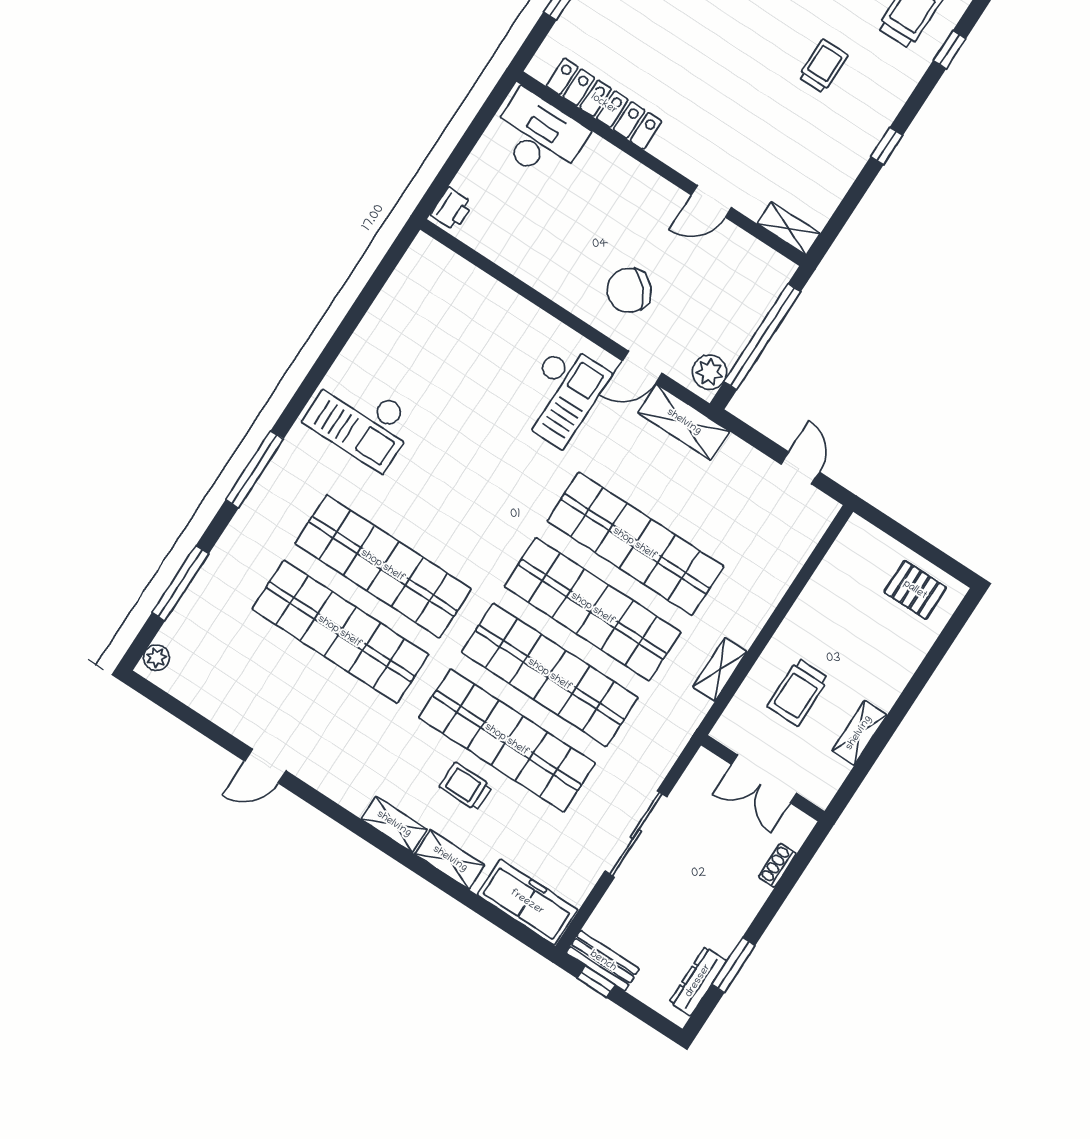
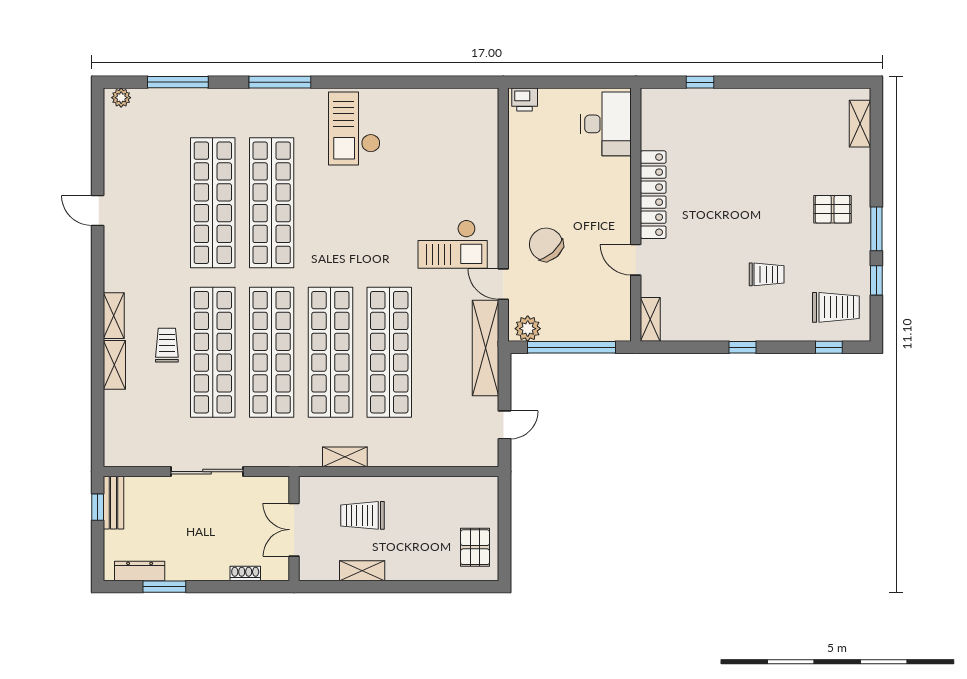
locker: (604, 104) -> (653, 195), moved
shelving: (684, 422) -> (486, 348), width x1.47
freezer: (527, 902) -> (120, 431), removed

